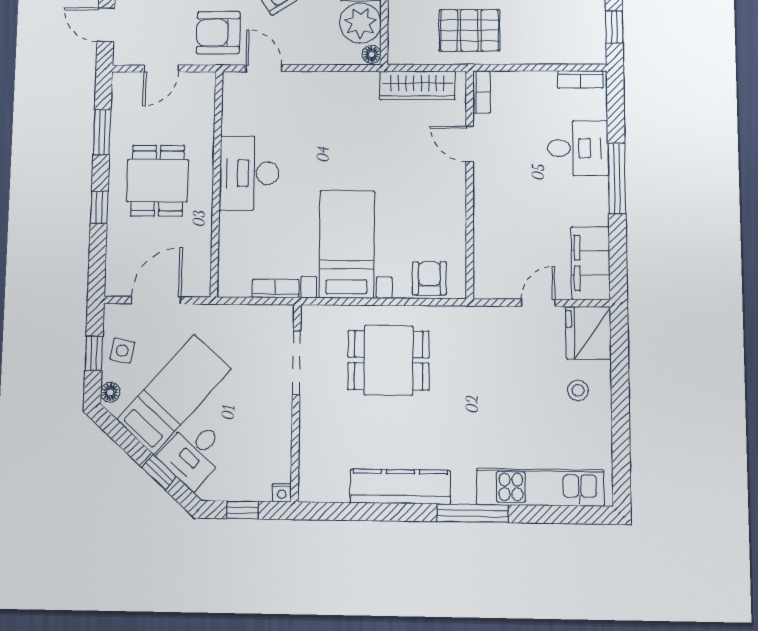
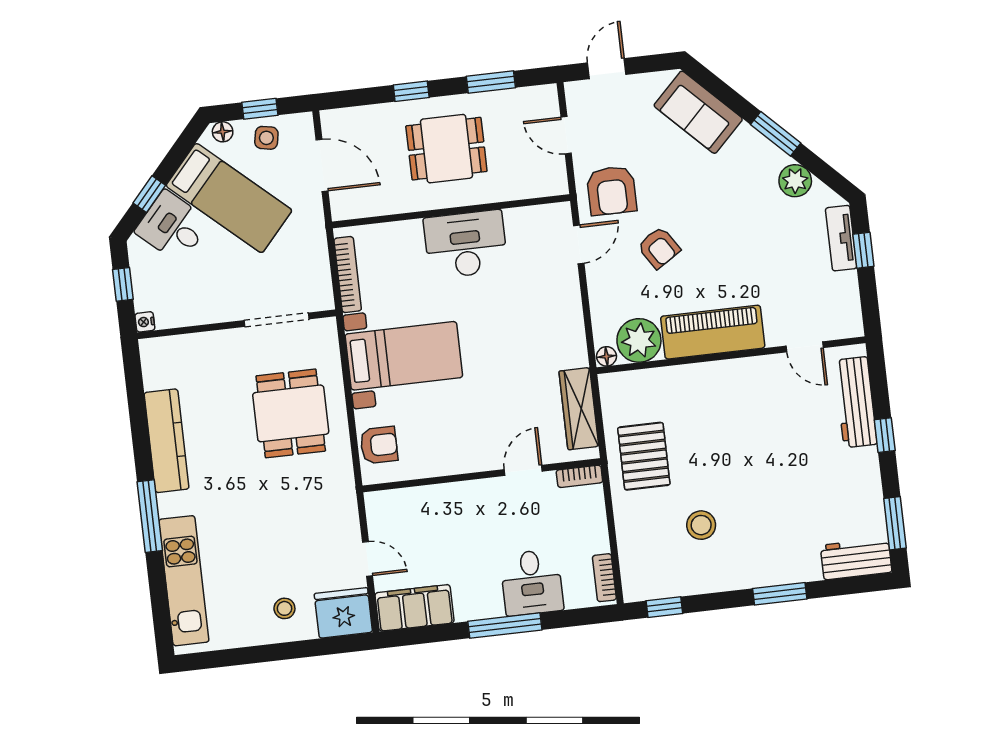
armchair: (218, 33) -> (612, 191), turned 180
bookcase: (276, 289) -> (348, 275), width x1.56

